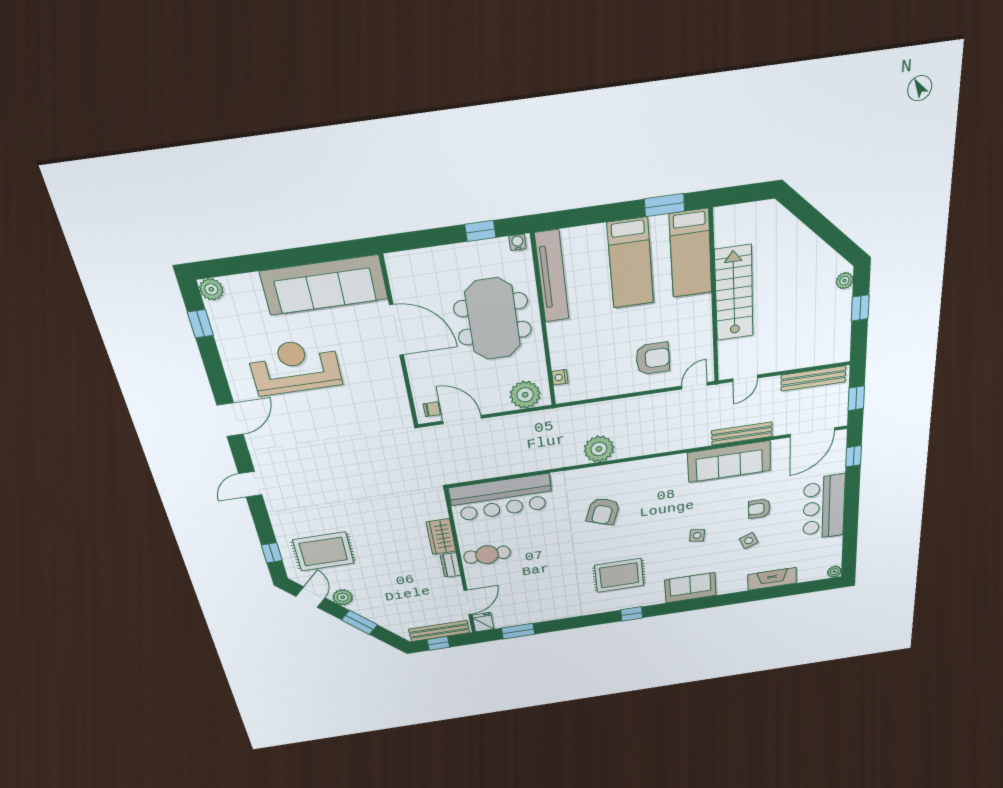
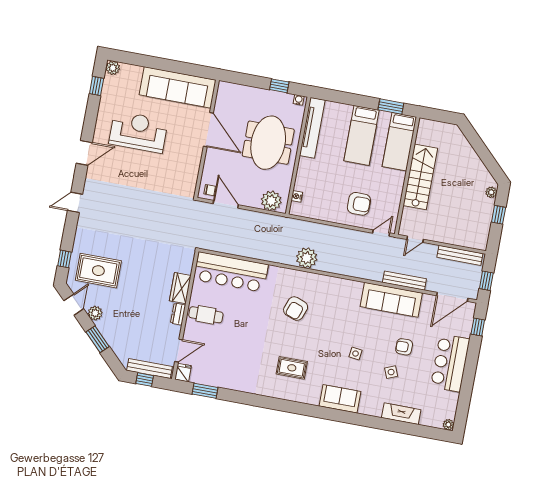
rug: (619, 575) -> (292, 368), width x0.73, depth x0.70
window: (632, 614) -> (291, 407), removed

